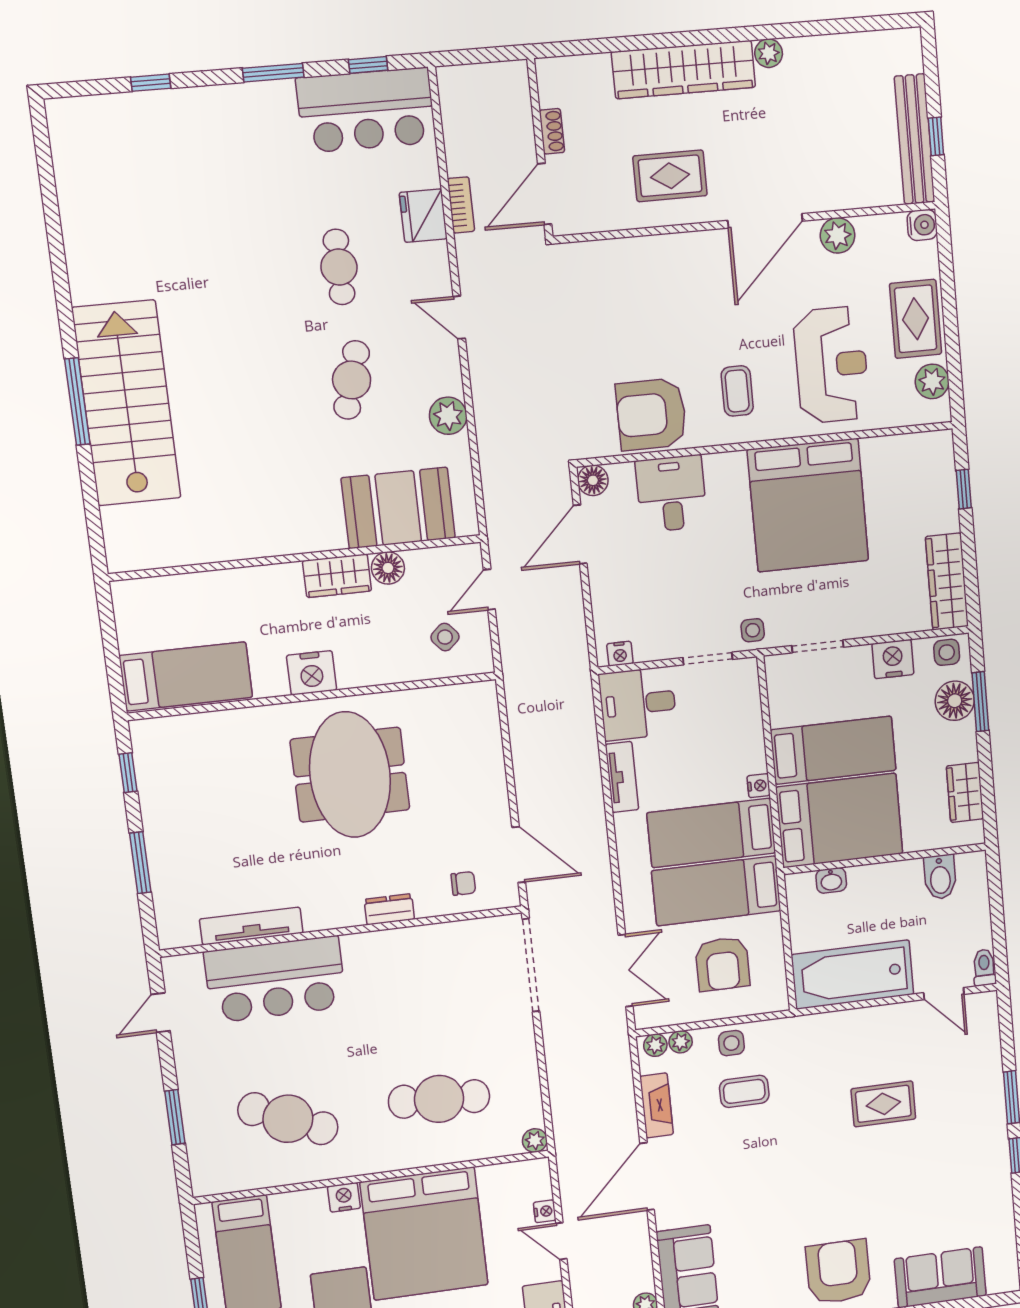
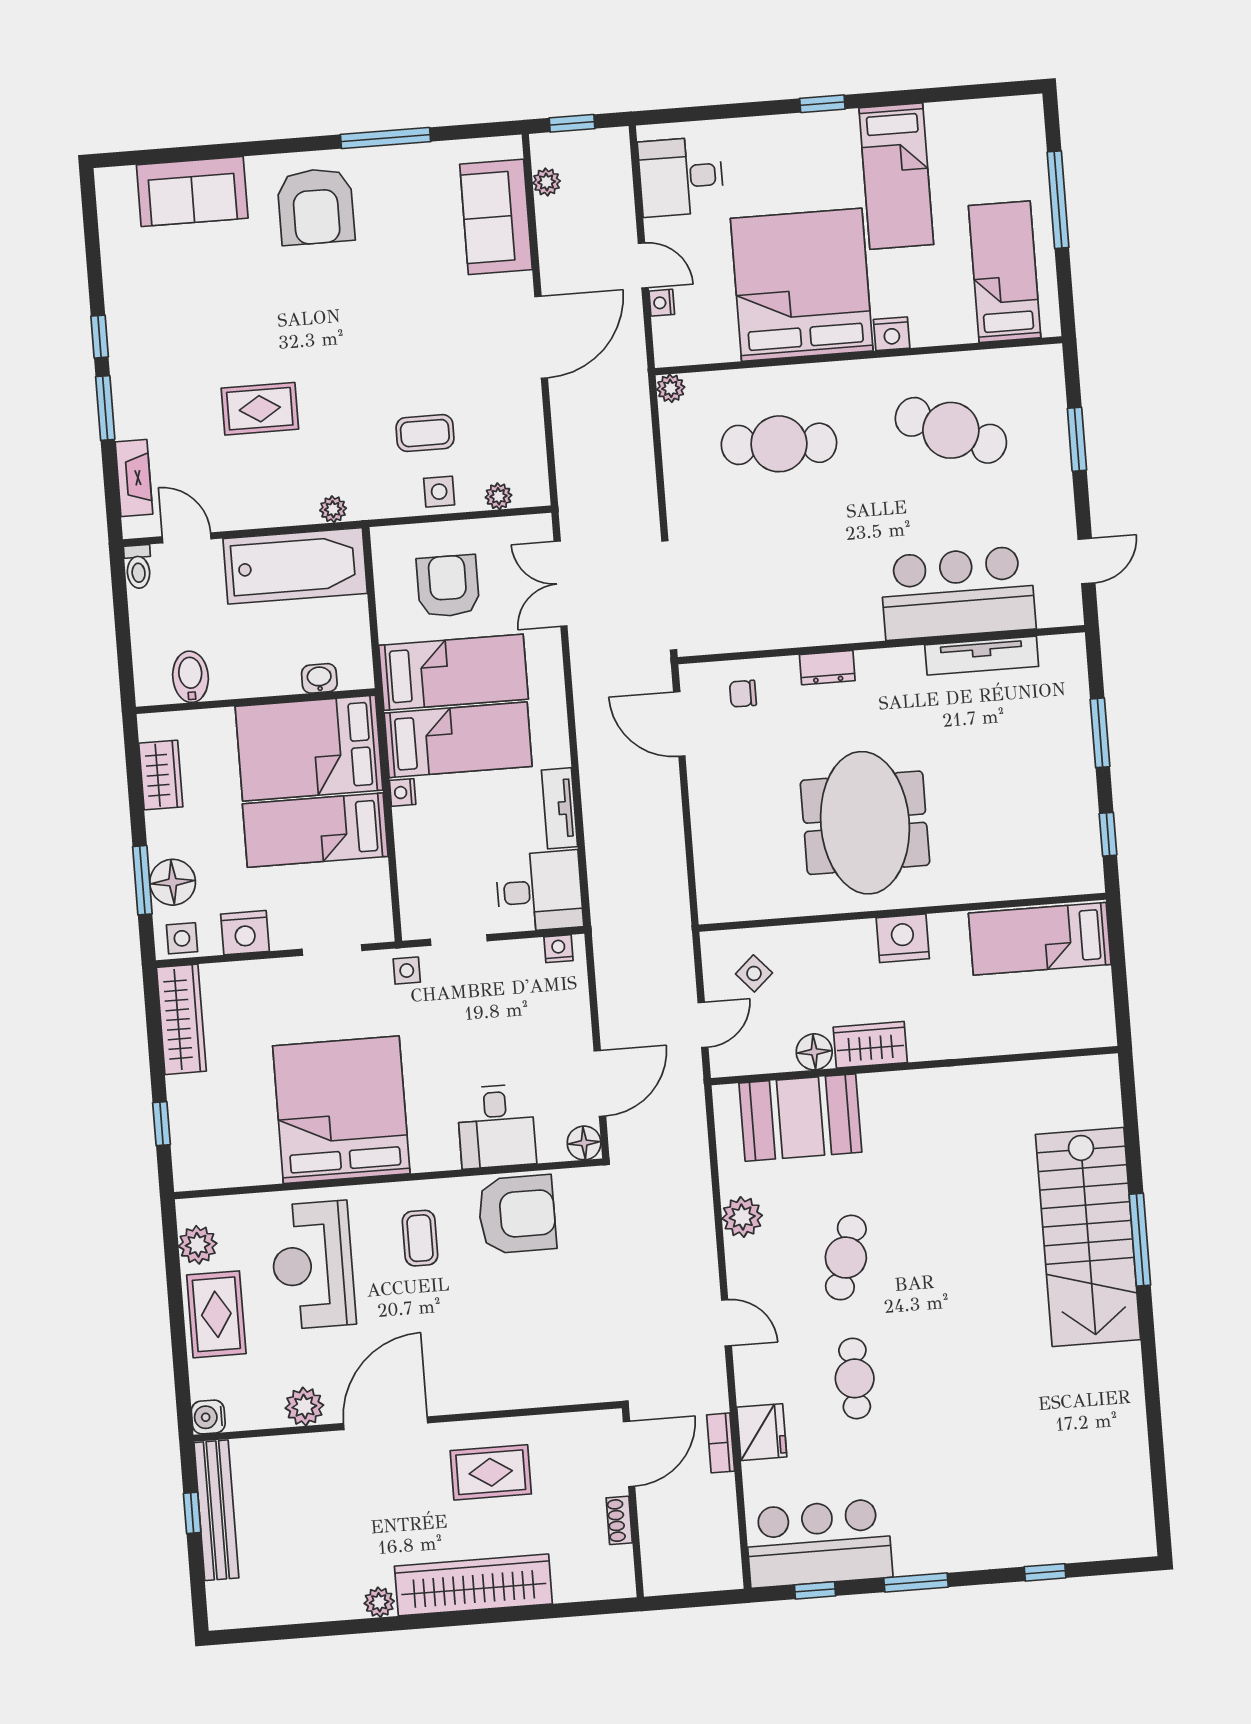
plant: (655, 1045) -> (333, 509), moved
fireplace: (657, 1105) -> (134, 478), moved, turned 180

